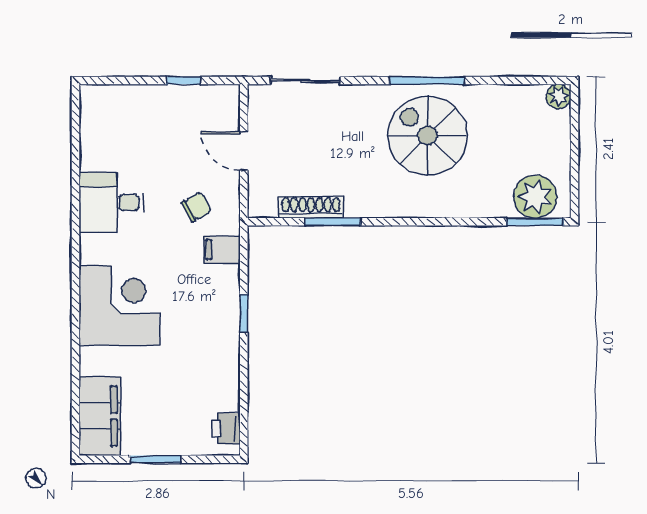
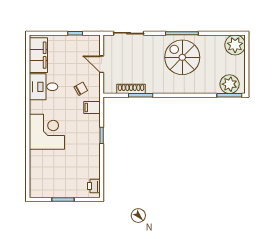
plant: (559, 96) -> (235, 45), width x1.88, depth x1.88
filing cabinet: (100, 416) -> (38, 55), moved

